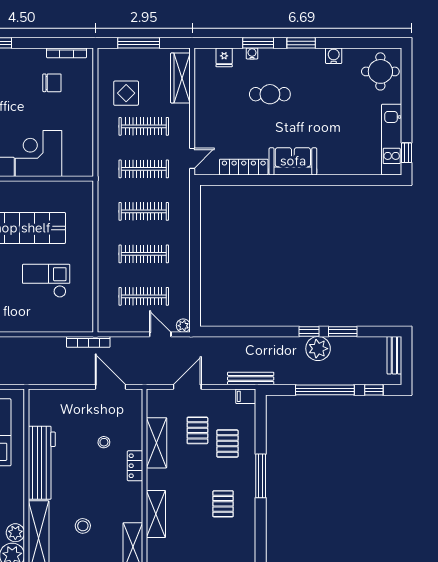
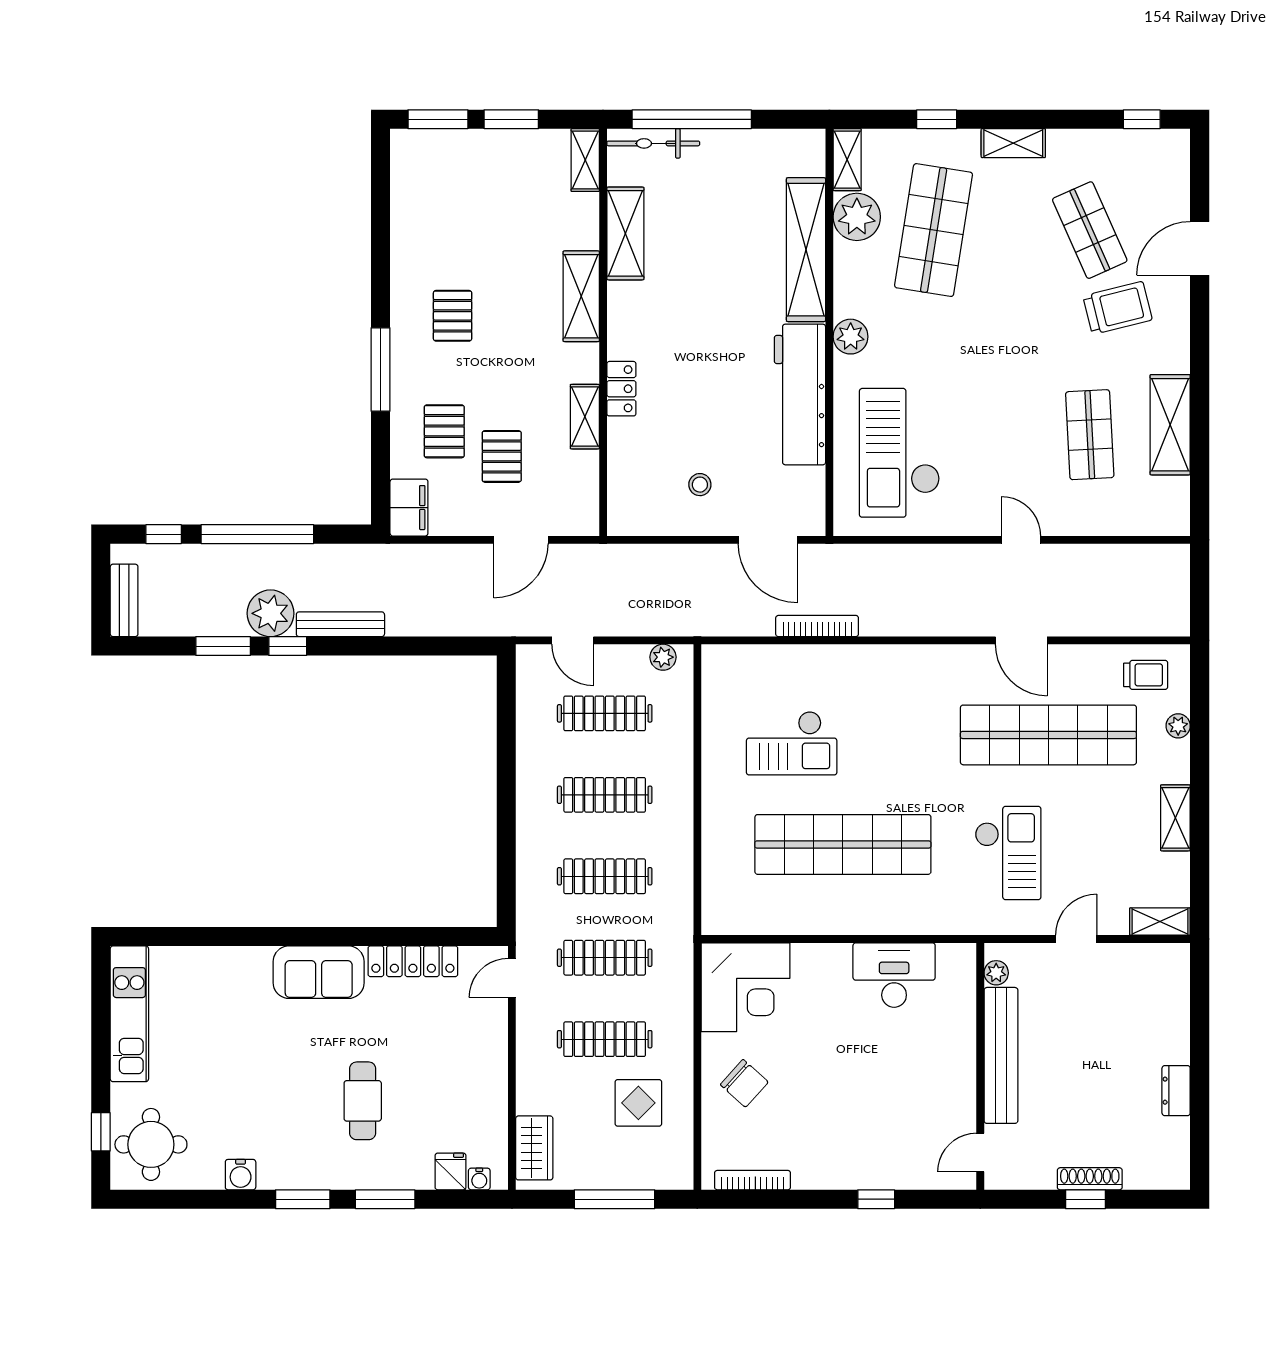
water cooler: (252, 53) -> (479, 1179), moved
wardrobe: (180, 78) -> (534, 1148), width x0.67
chair: (52, 83) -> (744, 1083), moved, turned -138
cafe table: (270, 94) -> (363, 1101), turned 90
window: (407, 153) -> (101, 1132), moved
corner desk: (39, 154) -> (746, 987), moved
plant: (183, 326) -> (663, 657), moved
bookcase: (88, 342) -> (817, 626), moved
bench: (251, 379) -> (340, 624), moved
door: (110, 387) -> (768, 540), moved
filing cabinet: (246, 396) -> (409, 508), width x2.00
stool: (104, 442) -> (700, 485), moved
shelving: (157, 443) -> (585, 417), width x0.67, depth x0.75
stool: (83, 526) -> (721, 273), removed
plant: (15, 533) -> (851, 337), moved

